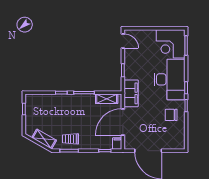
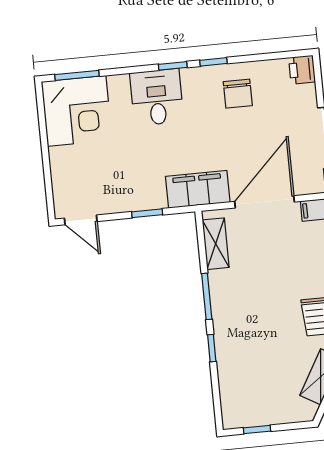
door: (123, 41) -> (81, 220), swing flipped
desk: (170, 79) -> (157, 97), width x0.53, depth x0.77
door: (123, 122) -> (264, 202), swing flipped
printer: (179, 144) -> (302, 70), added

